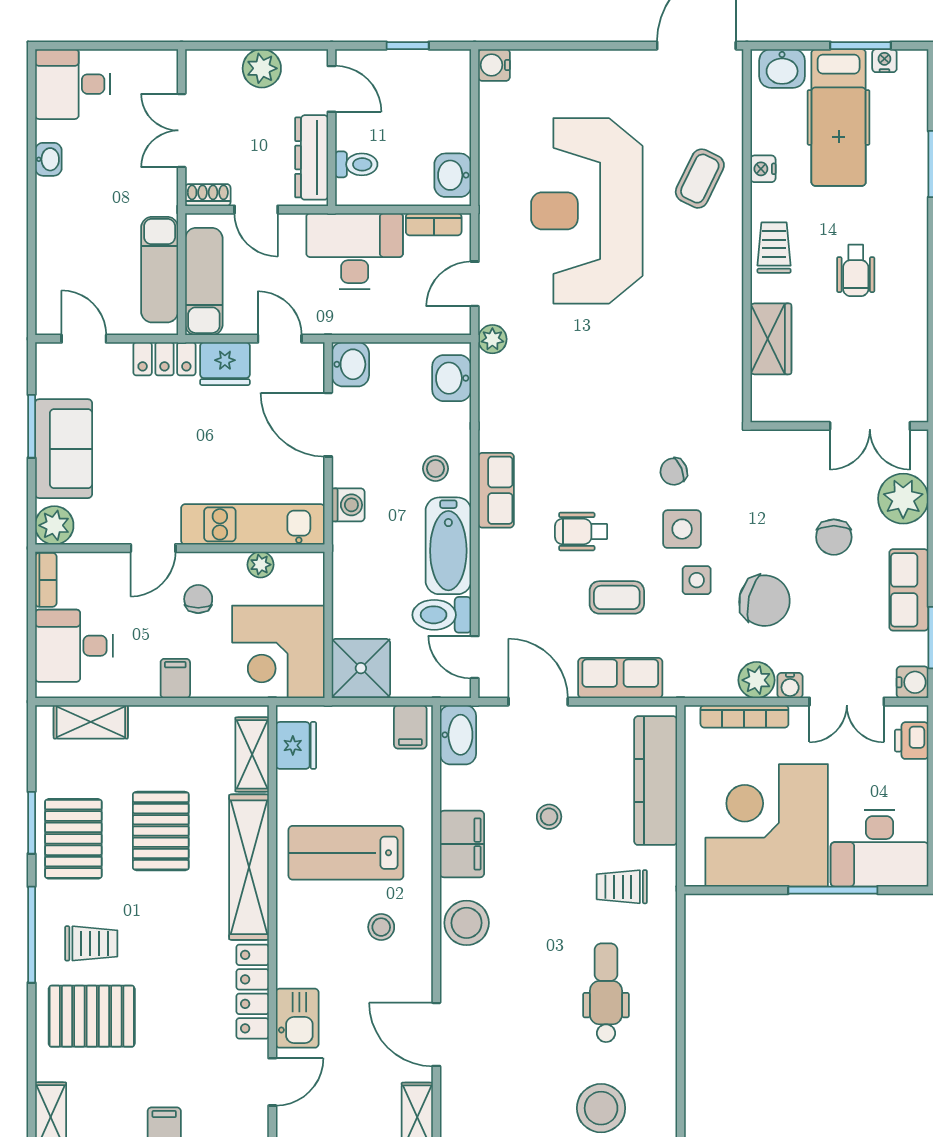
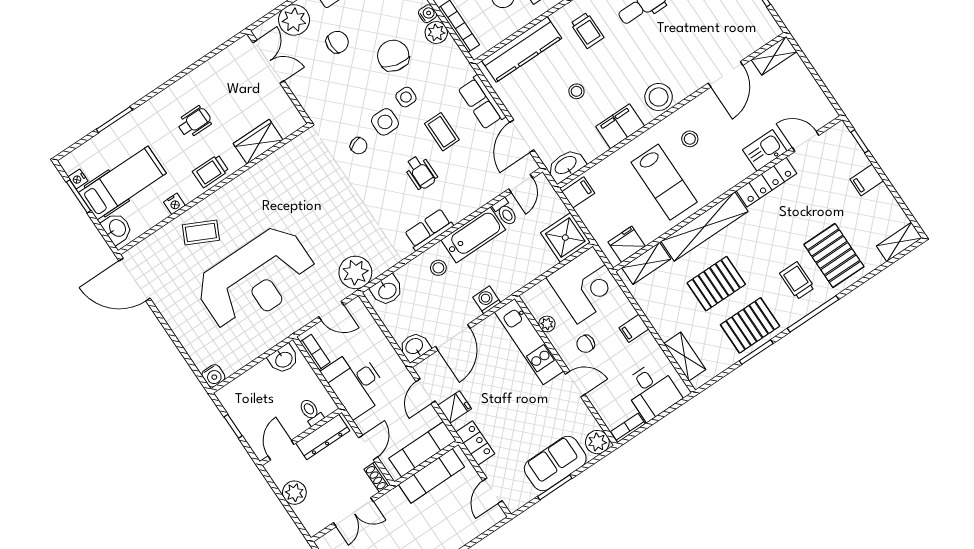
plant: (492, 339) -> (355, 272), width x1.87, depth x1.87
fridge: (225, 364) -> (455, 407), width x0.72
toilet: (442, 615) -> (505, 212), width x0.73, depth x0.72

